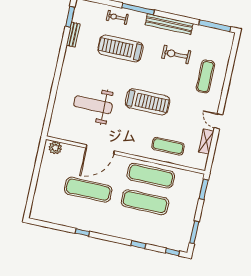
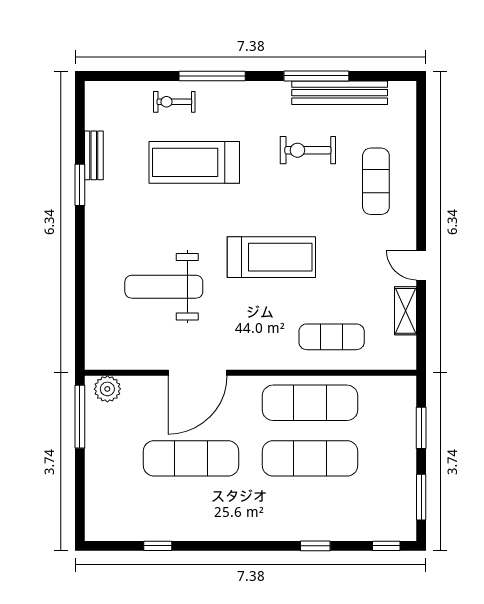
window: (70, 17) -> (80, 185), moved
bench: (169, 24) -> (340, 93), moved
window: (215, 26) -> (316, 76), moved
window: (39, 158) -> (80, 417), added
window: (204, 189) -> (421, 428), moved
window: (82, 232) -> (158, 546), moved

